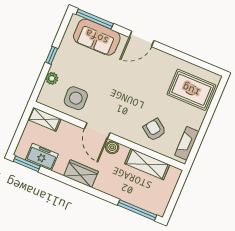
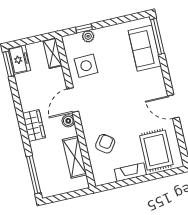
door: (142, 39) -> (173, 107), moved
window: (52, 55) -> (84, 28), moved
fireplace: (187, 143) -> (130, 172), moved
freezer: (42, 157) -> (19, 60), moved
wardrobe: (81, 174) -> (34, 126), moved

